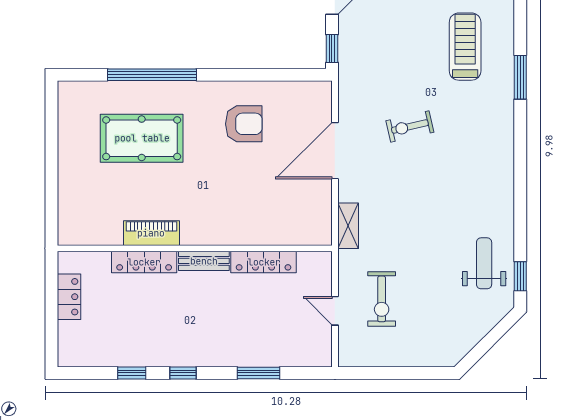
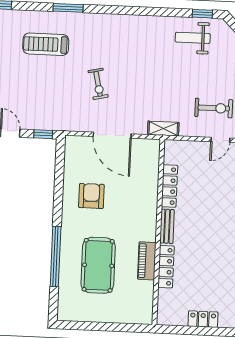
piano: (151, 233) -> (147, 261), moved
wall: (195, 248) -> (158, 232), moved
bench: (204, 261) -> (167, 226), moved
locker: (144, 262) -> (166, 267), moved
locker: (264, 262) -> (170, 186), moved

